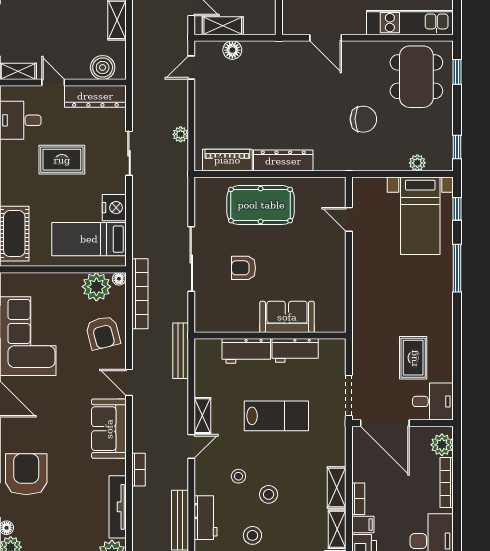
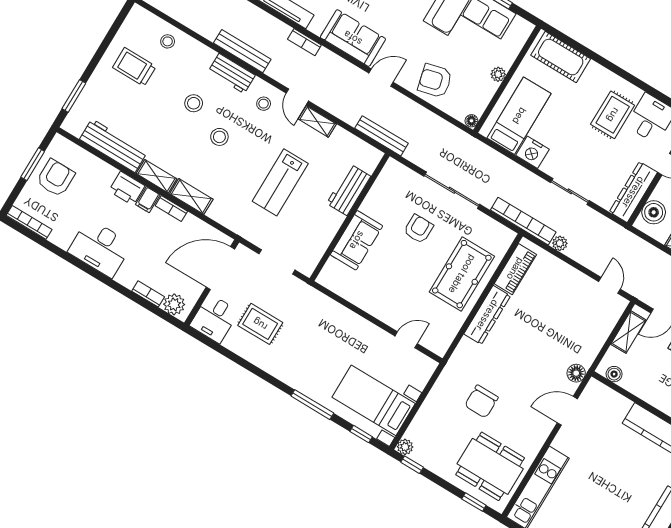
boiler: (268, 16) -> (614, 374), added
floor lamp: (232, 50) -> (576, 373), moved
rug: (62, 160) -> (613, 115), moved
plant: (417, 163) -> (405, 447), moved
plant: (96, 287) -> (498, 74), moved, width x0.53, depth x0.53
bookcase: (140, 294) -> (523, 221), moved, turned 180
workbench: (295, 350) -> (325, 230), removed
doorway: (349, 396) -> (277, 262), moved
stool: (238, 476) -> (264, 104), moved
bookcase: (447, 483) -> (148, 294), width x0.64

